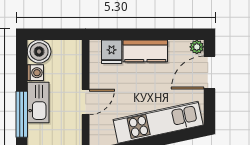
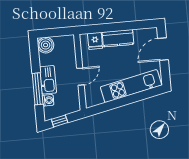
plant: (197, 47) -> (153, 32), removed
washing machine: (35, 73) -> (48, 100), moved

